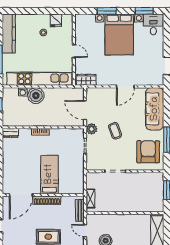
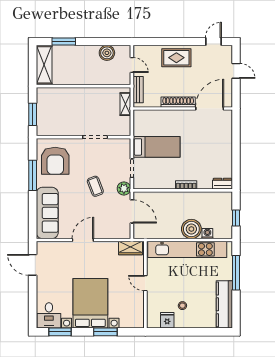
bed: (49, 174) -> (156, 147), moved, turned -90

